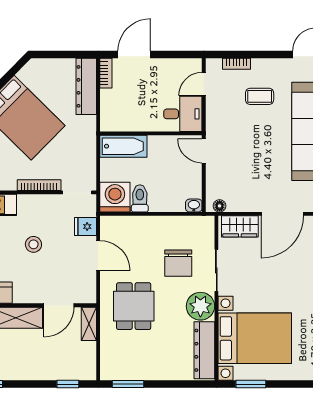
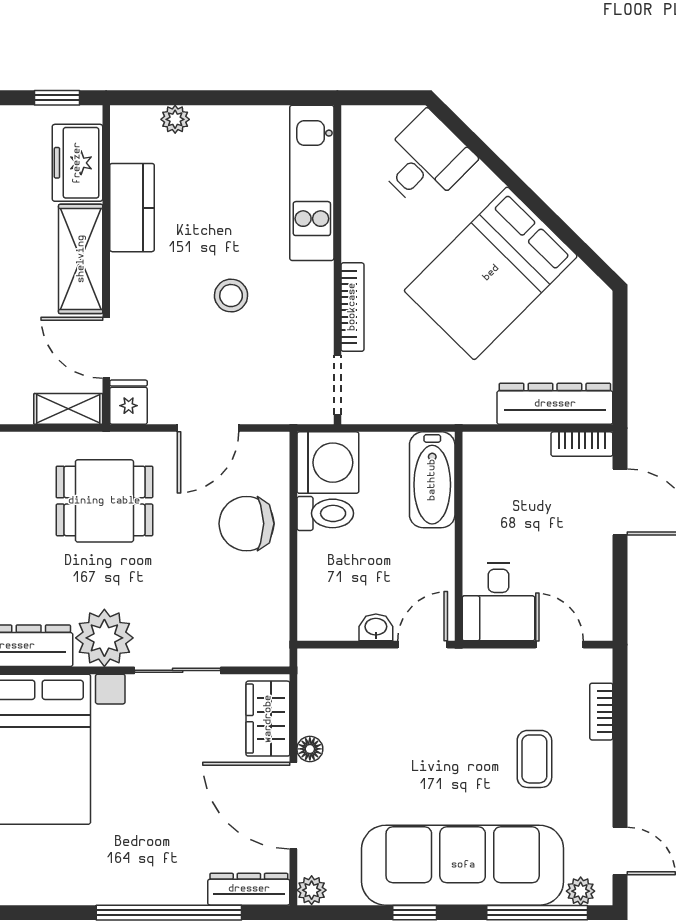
washbasin: (194, 206) -> (376, 627), moved, turned -90
floor lamp: (220, 206) -> (310, 749), moved
fridge: (85, 226) -> (129, 402), moved
chair: (178, 263) -> (246, 524), moved

